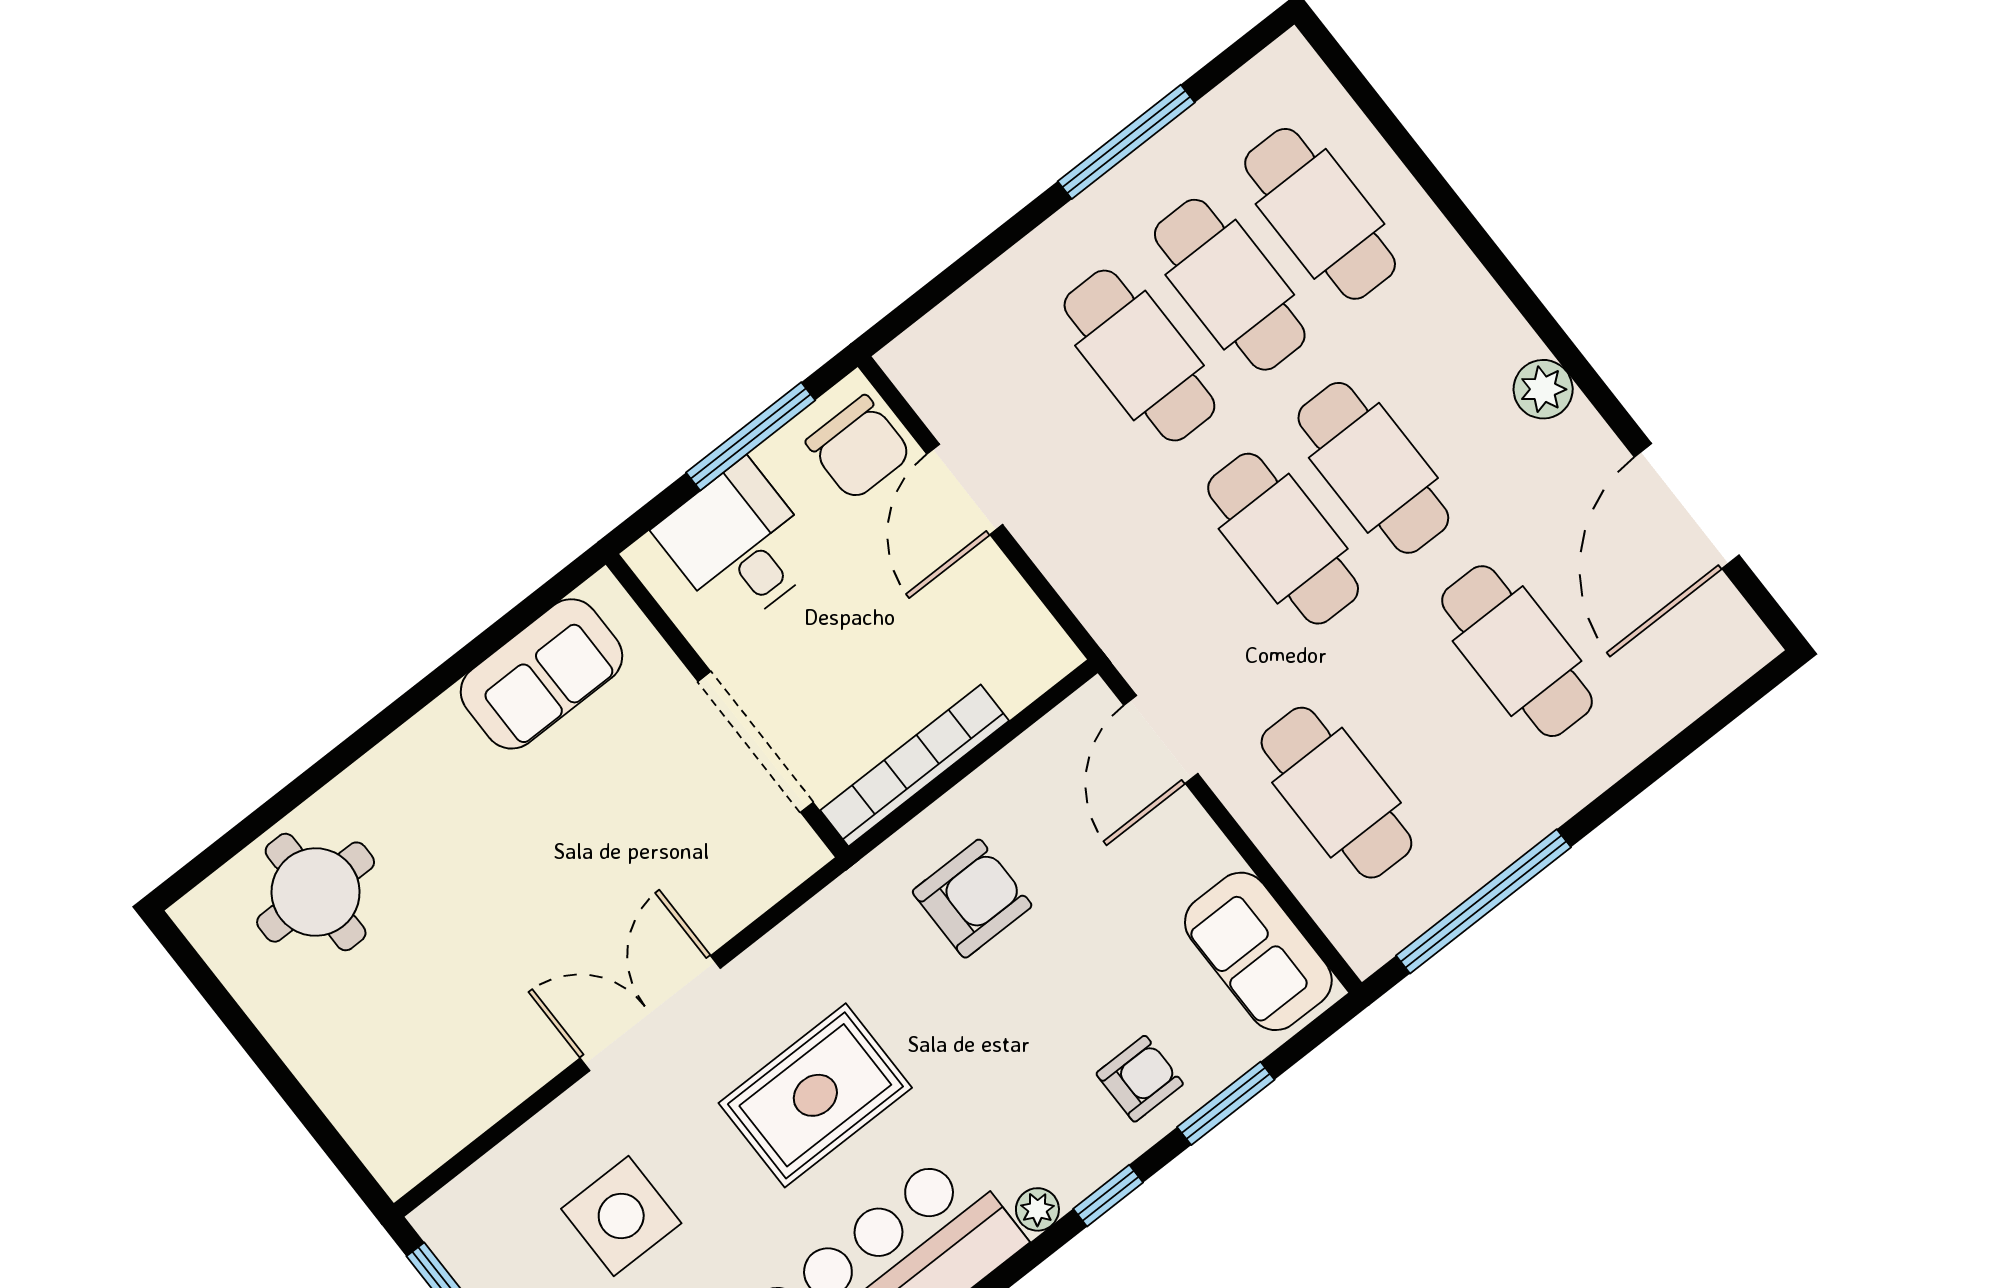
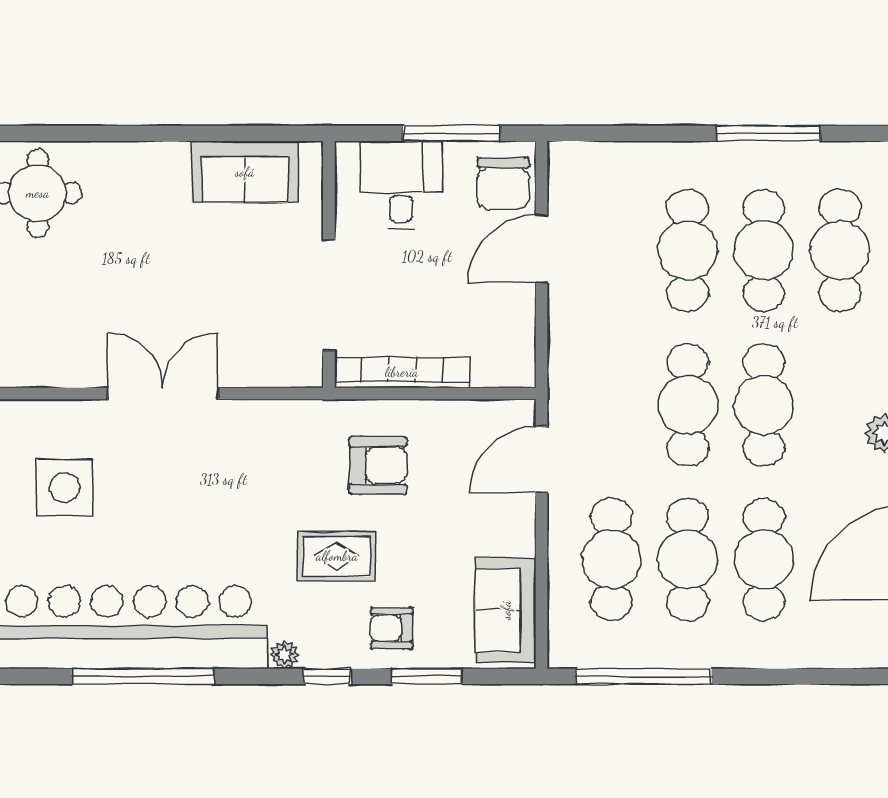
cafe table: (1427, 722) -> (688, 559), added
armchair: (1140, 1079) -> (392, 628), turned 180
rug: (815, 1095) -> (337, 556), moved, width x0.73, depth x0.70

